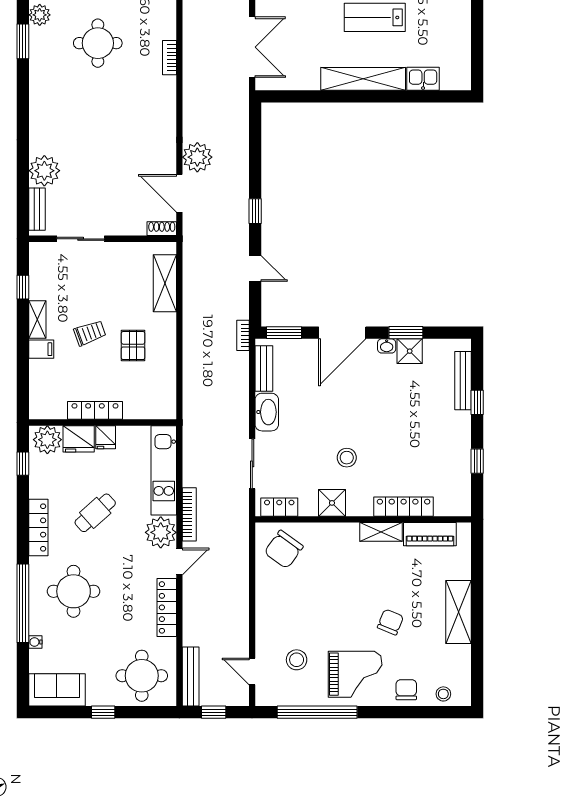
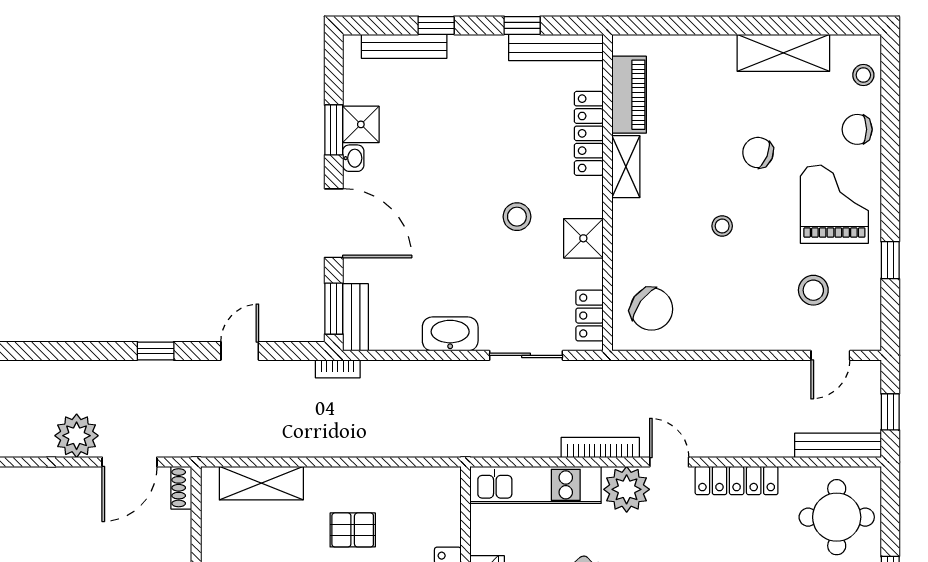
bench: (264, 368) -> (355, 317), moved, turned 90
bench: (462, 484) -> (556, 48), added
stool: (340, 598) -> (722, 226), added
shelving: (458, 612) -> (783, 53), moved
window: (317, 712) -> (890, 260), width x0.32

